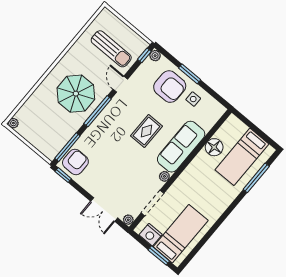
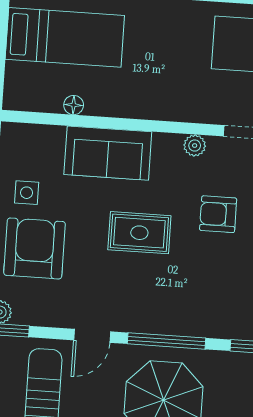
sofa: (181, 147) -> (108, 153), width x0.73
floor lamp: (214, 147) -> (74, 105), width x0.53, depth x0.53
armchair: (132, 166) -> (218, 214), added

